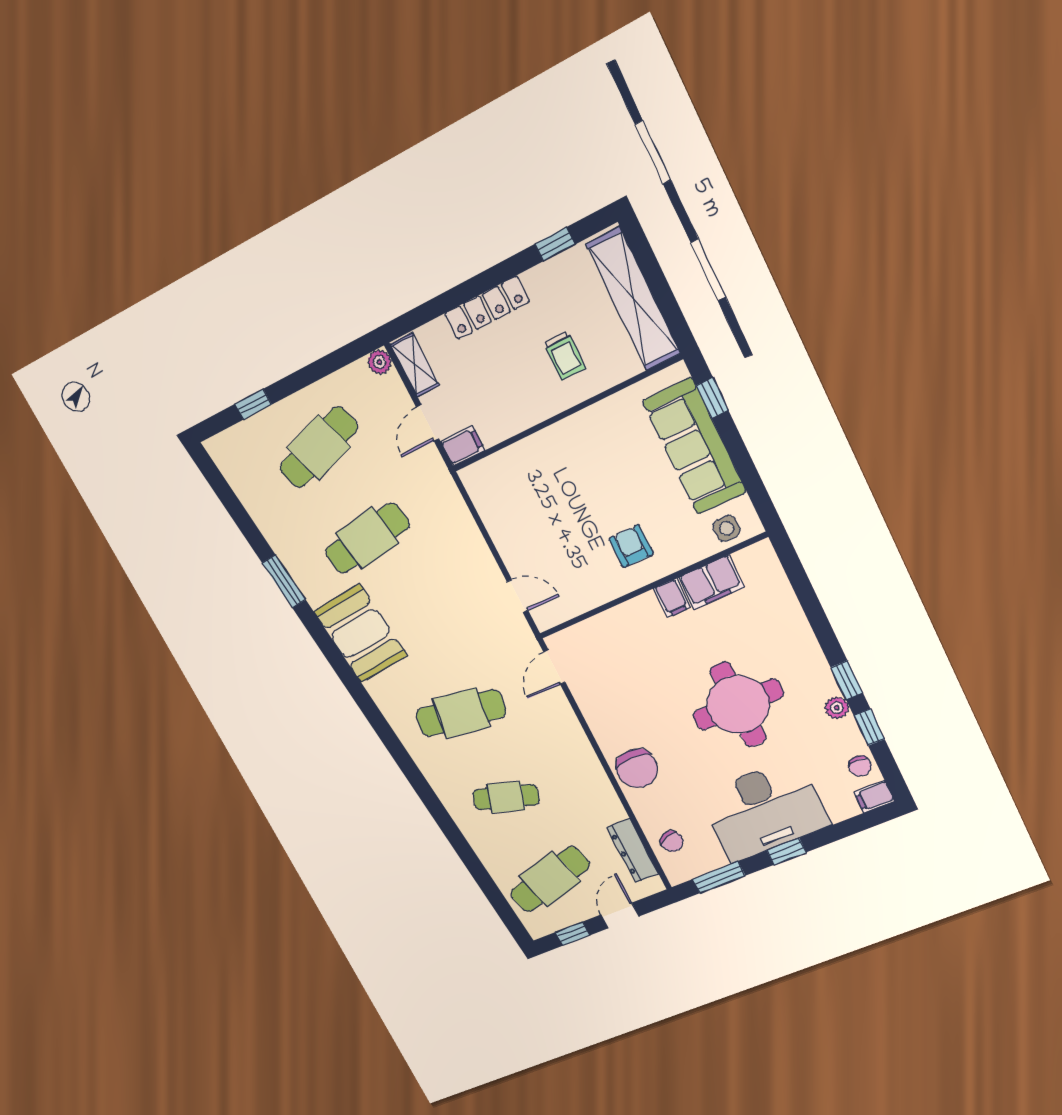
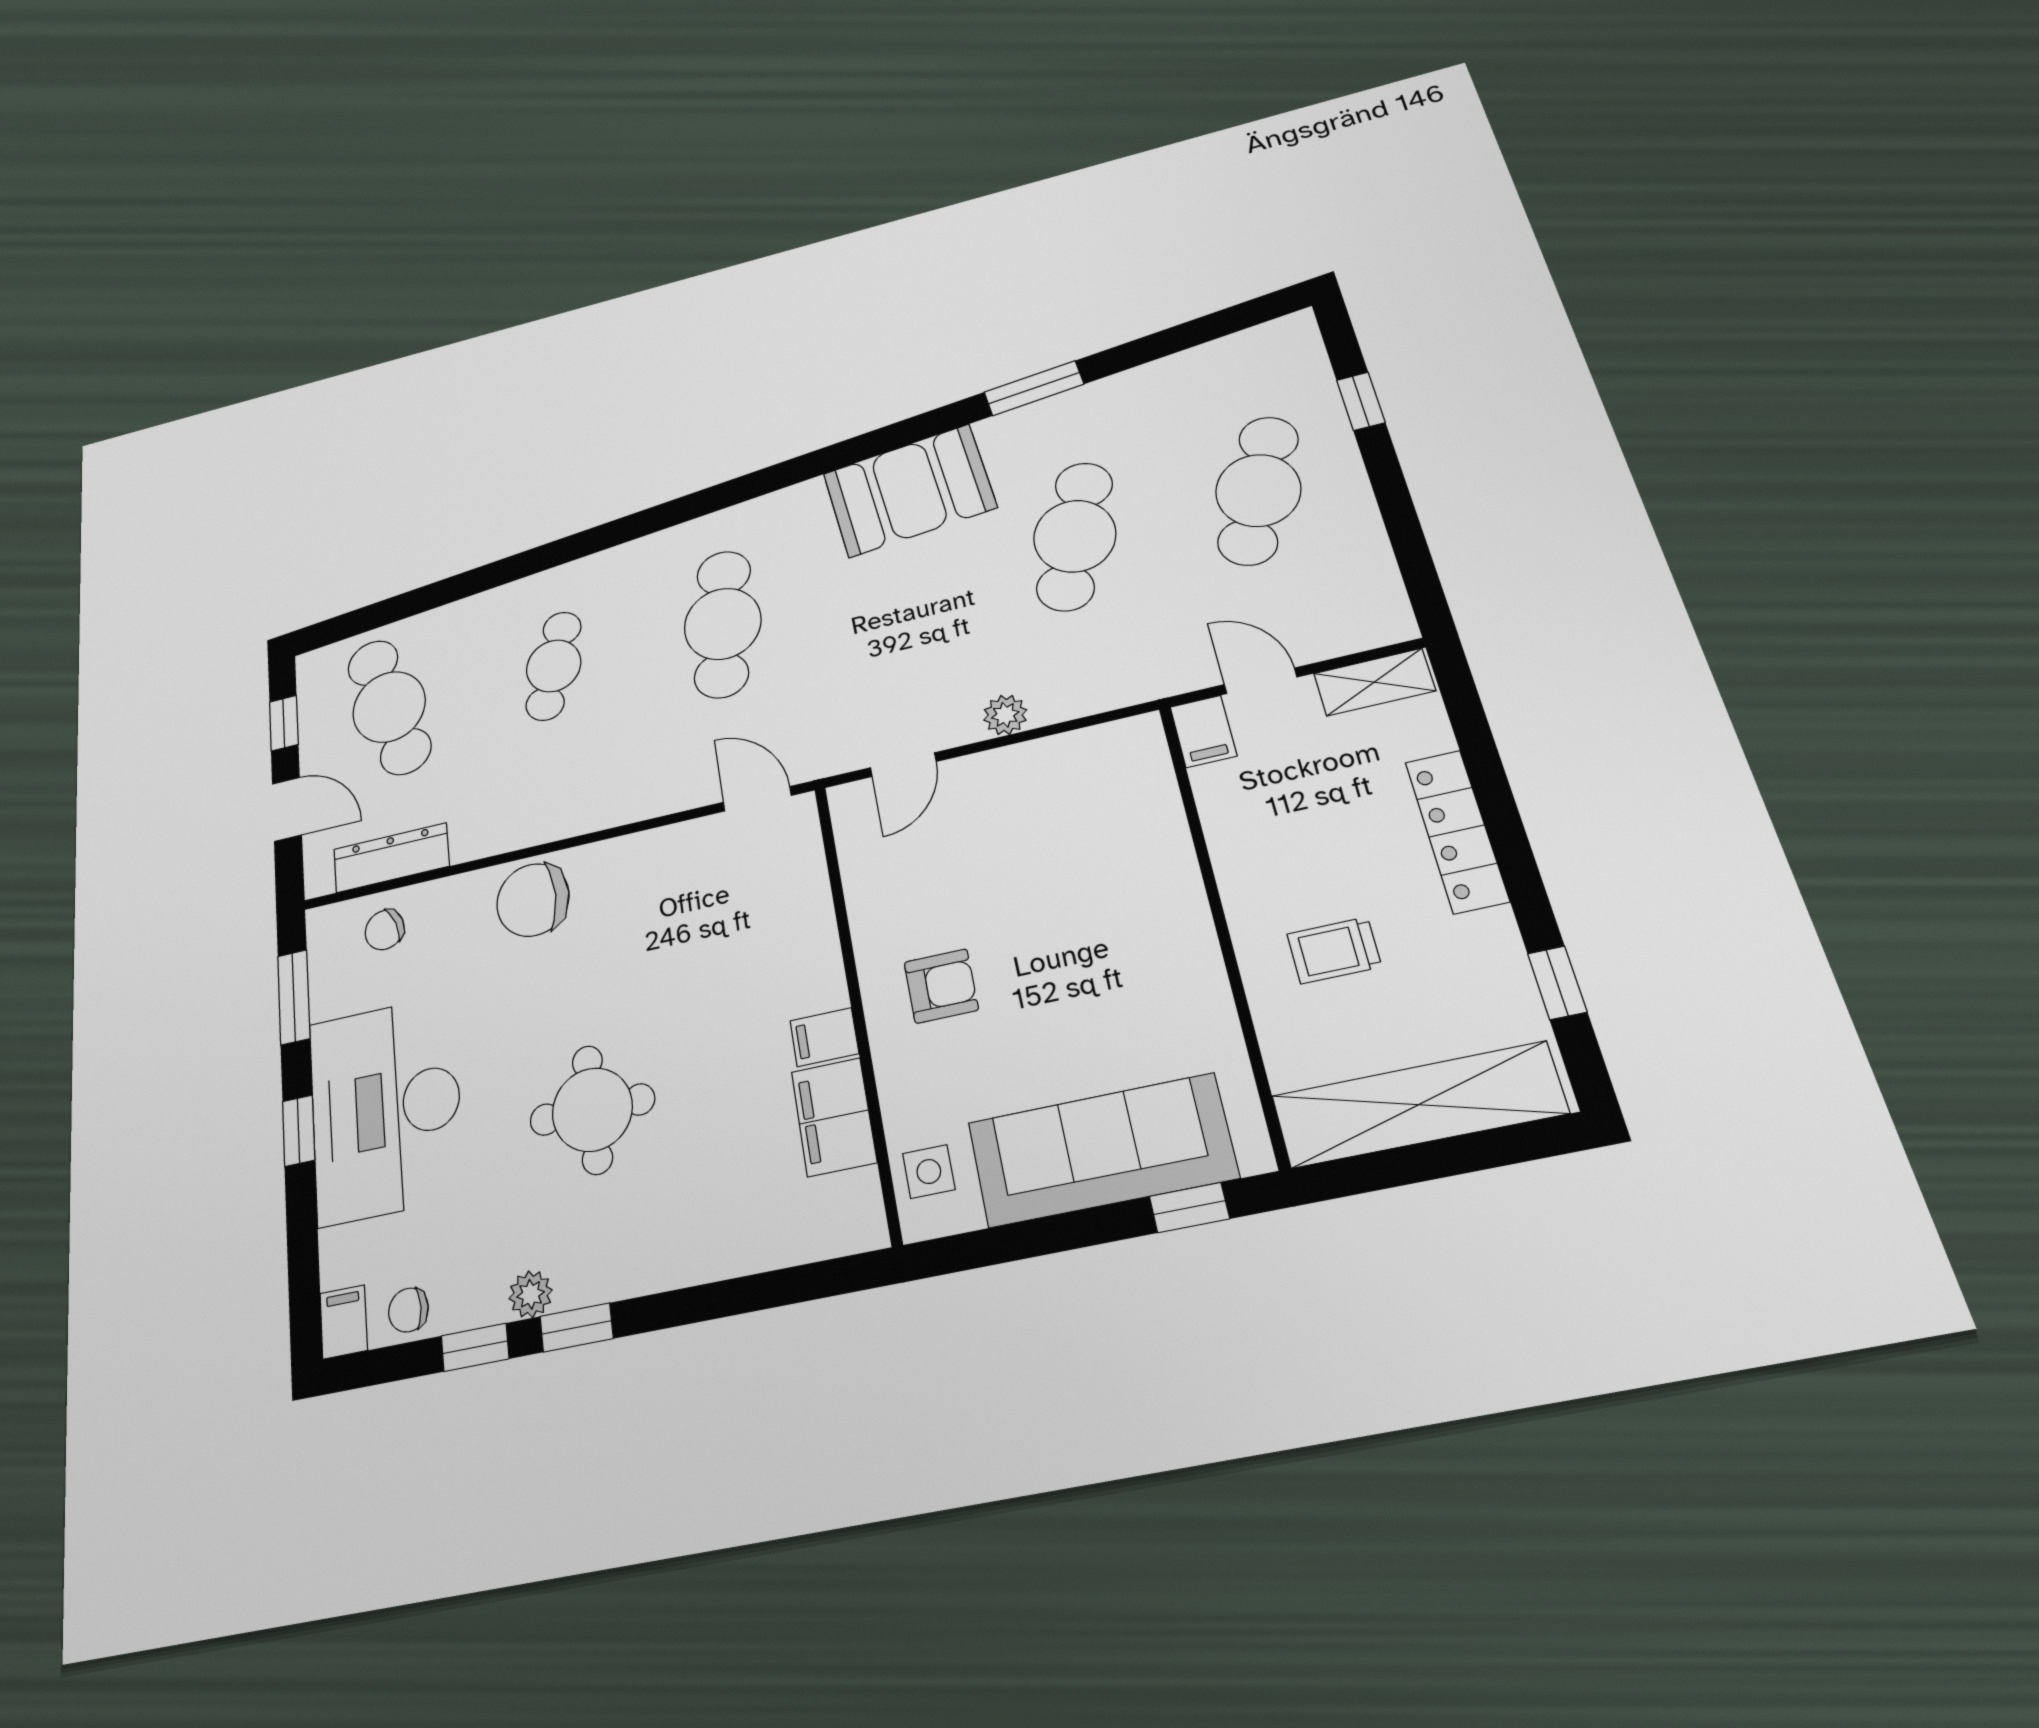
plant: (379, 362) -> (1005, 715), moved
cafe table: (318, 447) -> (1258, 490), turned 42
cafe table: (367, 538) -> (1075, 536), turned 30
round table: (738, 705) -> (592, 1110), width x0.73, depth x0.73

